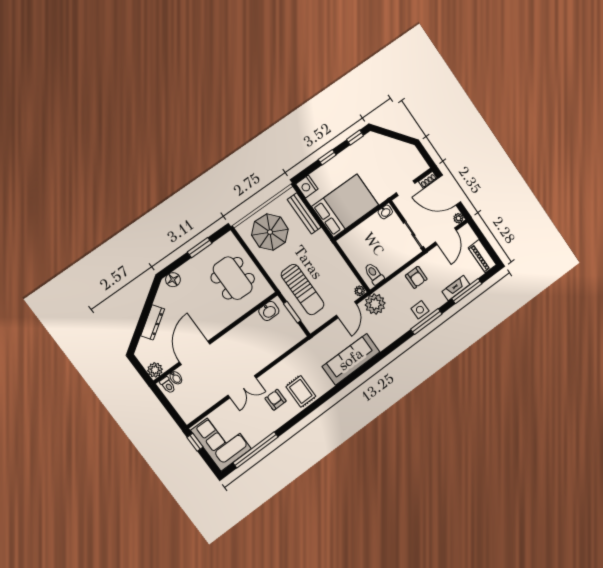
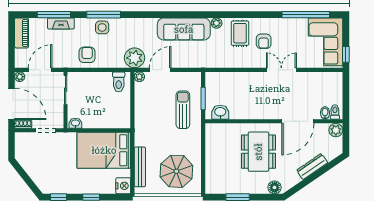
dining table: (233, 278) -> (258, 152), moved
sun lounger: (303, 290) -> (183, 110), width x0.73, depth x0.75
plant: (327, 385) -> (217, 23), added

